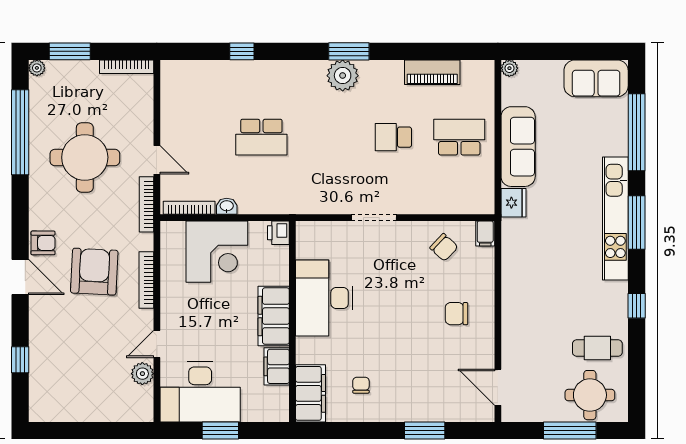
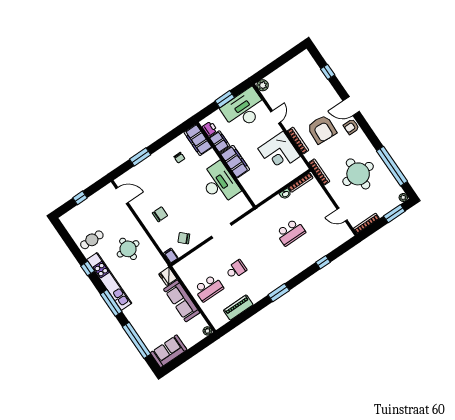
plant: (343, 76) -> (274, 281), removed
school desk: (261, 137) -> (291, 232), turned 180
door: (157, 160) -> (342, 215), moved
kitchen unit: (615, 219) -> (109, 281), moved
printer: (278, 233) -> (210, 129), moved
corner desk: (217, 252) -> (279, 152), moved, turned -90
plant: (142, 374) -> (263, 85), moved
round table: (590, 395) -> (128, 249), moved
window: (570, 430) -> (80, 198), width x0.46

